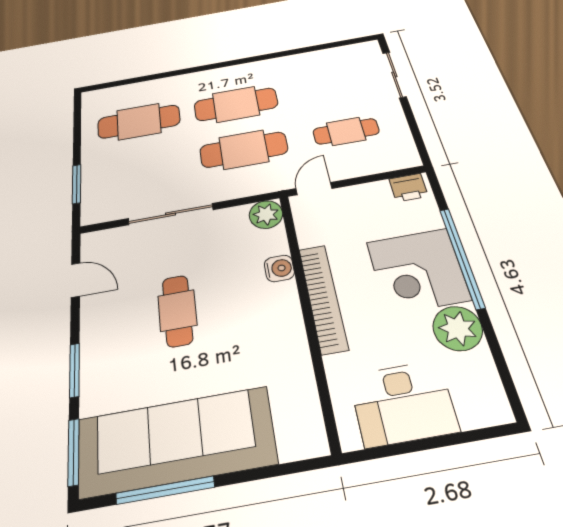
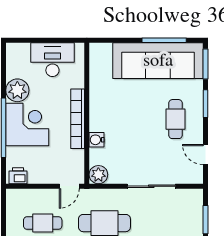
cafe table: (177, 310) -> (175, 119), moved

